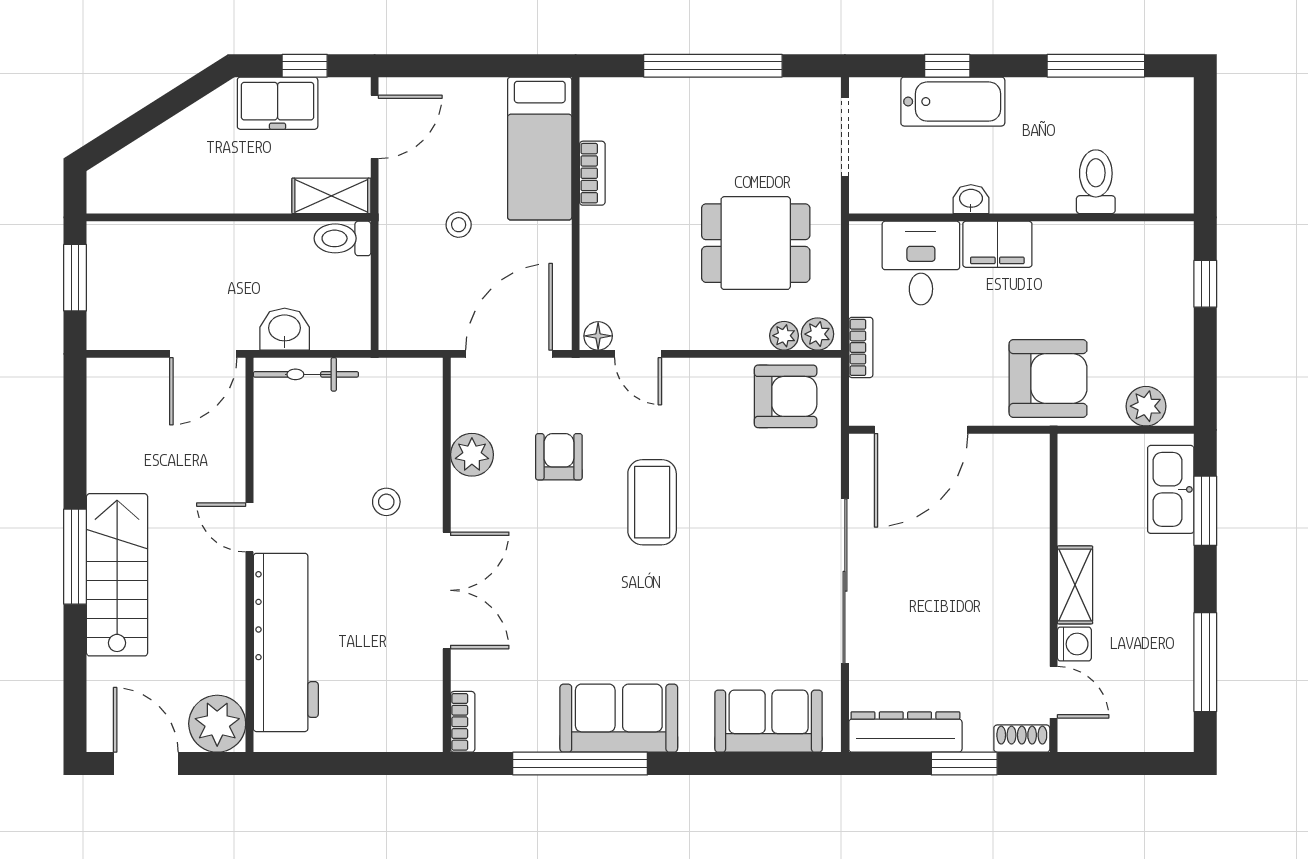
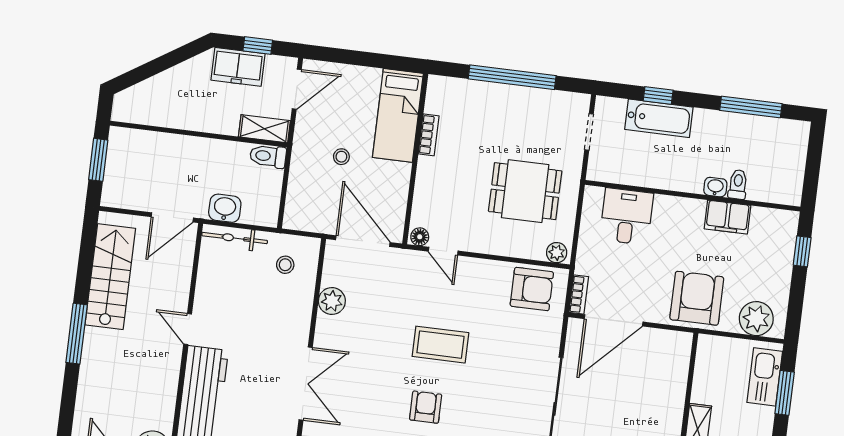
doorway: (845, 137) -> (589, 132), width x0.73
toilet: (1096, 182) -> (738, 184), width x0.73, depth x0.72
washbasin: (971, 199) -> (715, 187), moved
filing cabinet: (997, 244) -> (728, 217), moved
plant: (784, 336) -> (536, 251), removed
bookcase: (861, 347) -> (579, 295), moved
door: (509, 354) -> (363, 241), hinge flipped
armchair: (1048, 378) -> (697, 298), turned -90
plant: (1146, 406) -> (756, 319), width x1.36, depth x1.36
armchair: (559, 457) -> (426, 407), moved
stool: (386, 502) -> (285, 265), moved
coffee table: (652, 502) -> (440, 345), turned 90
stairs: (117, 575) -> (110, 277), moved

